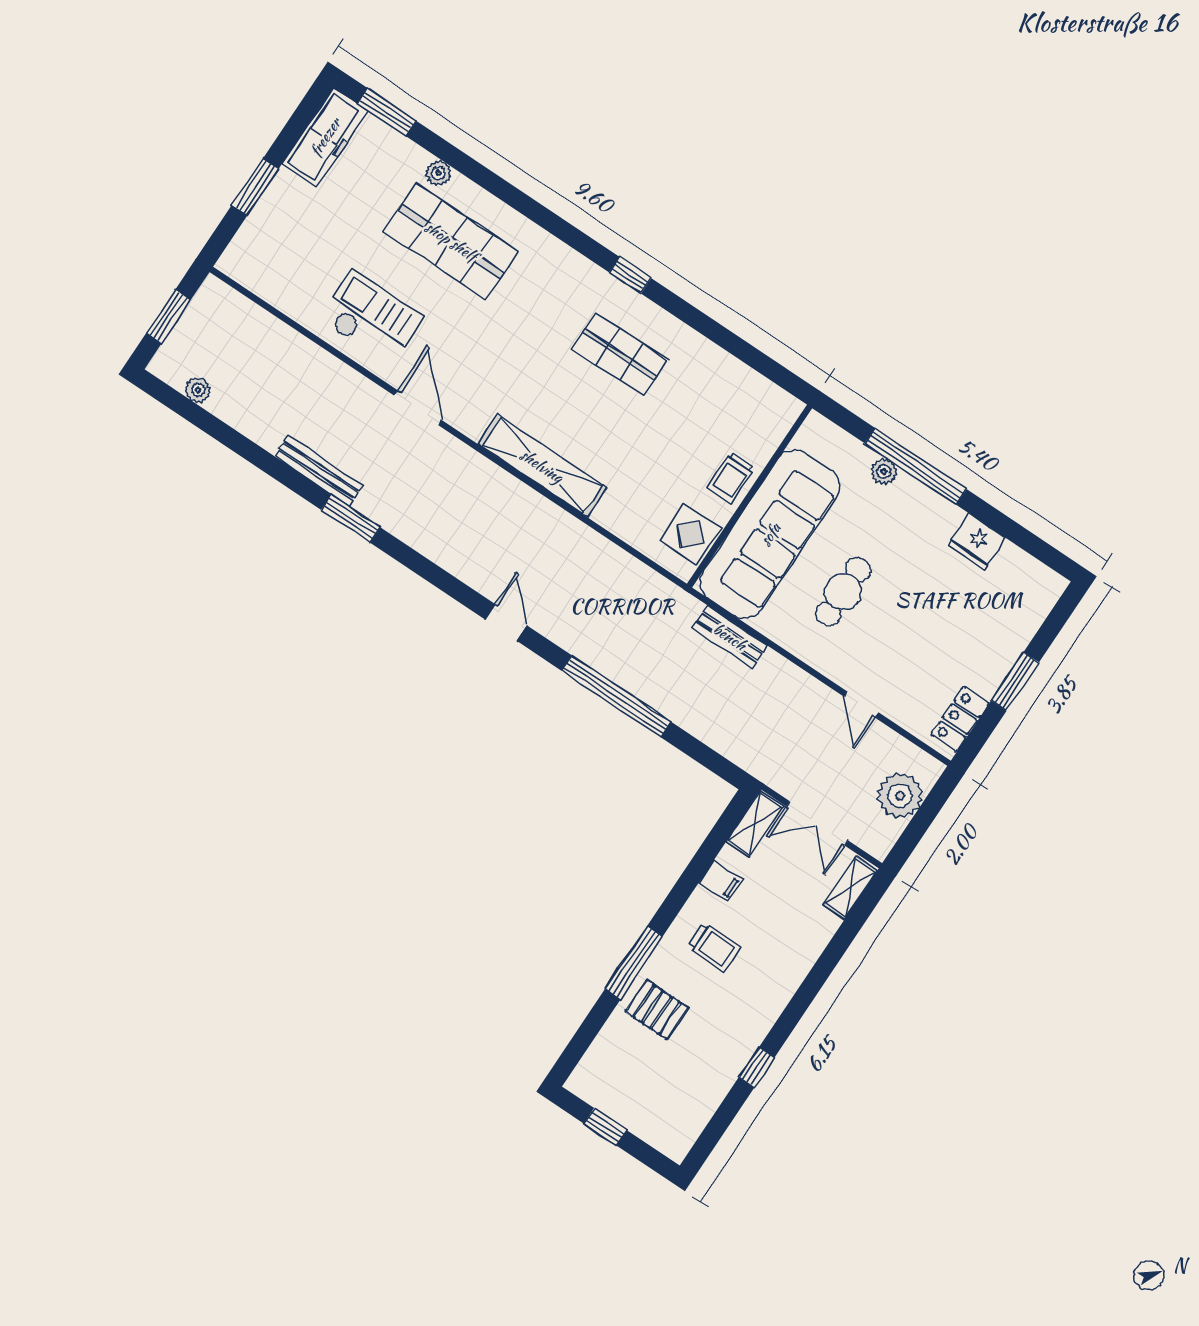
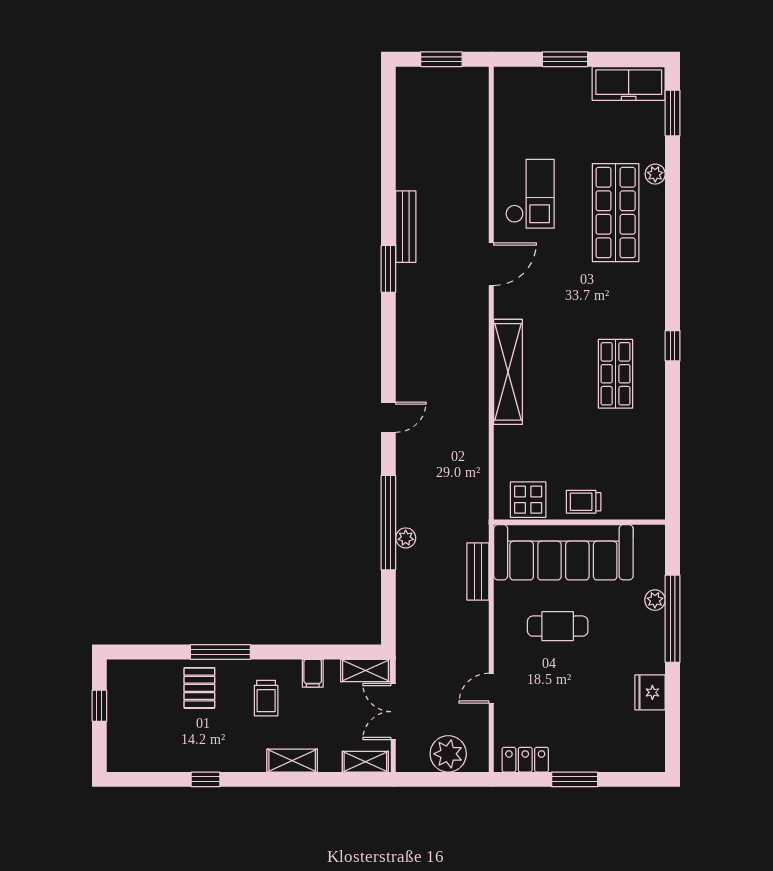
plant: (198, 390) -> (406, 538), moved
shelving: (798, 964) -> (292, 761), added

